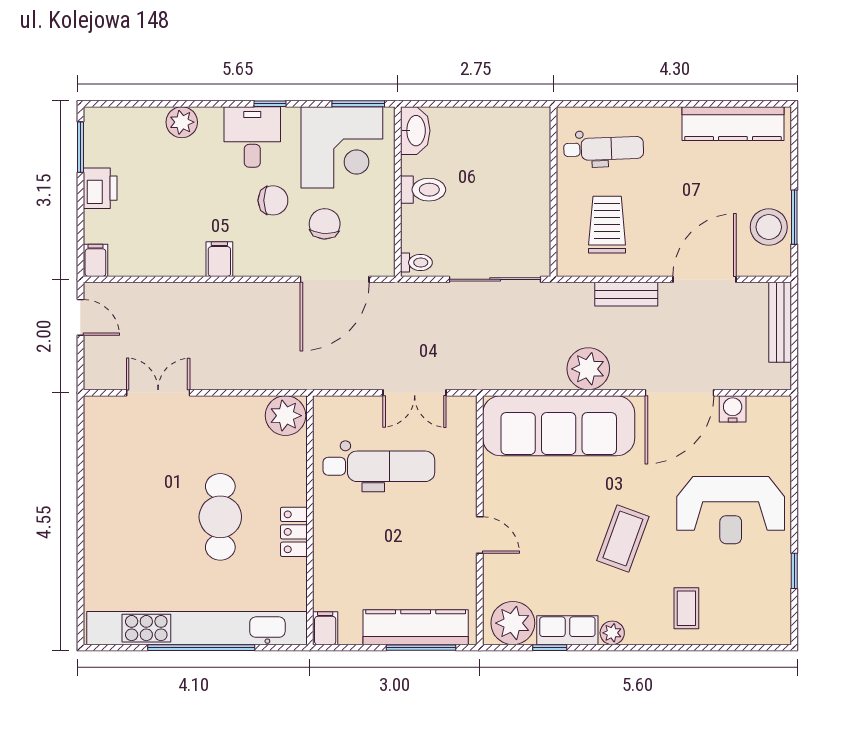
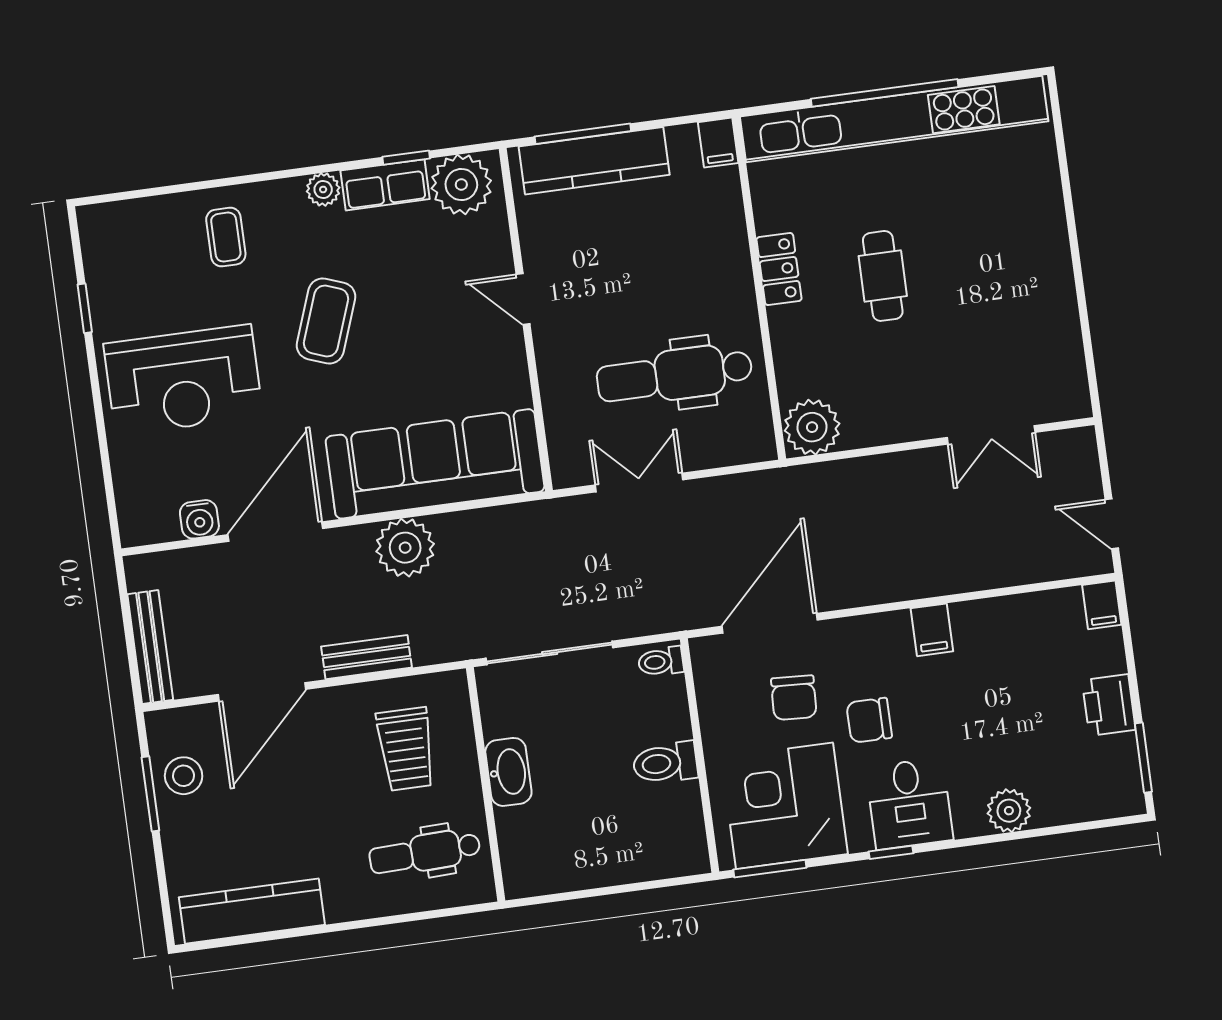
washbasin: (415, 131) -> (508, 772), moved, turned 180
stool: (769, 227) -> (184, 776), width x0.73, depth x0.73
reception desk: (731, 510) -> (183, 380), turned 180
cafe table: (220, 517) -> (883, 276), width x0.73, depth x0.74

